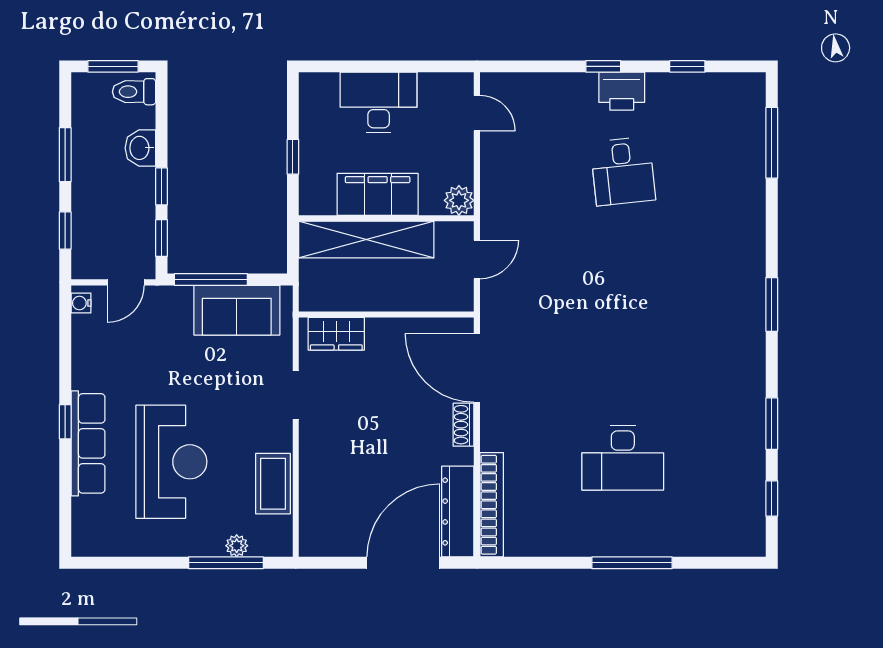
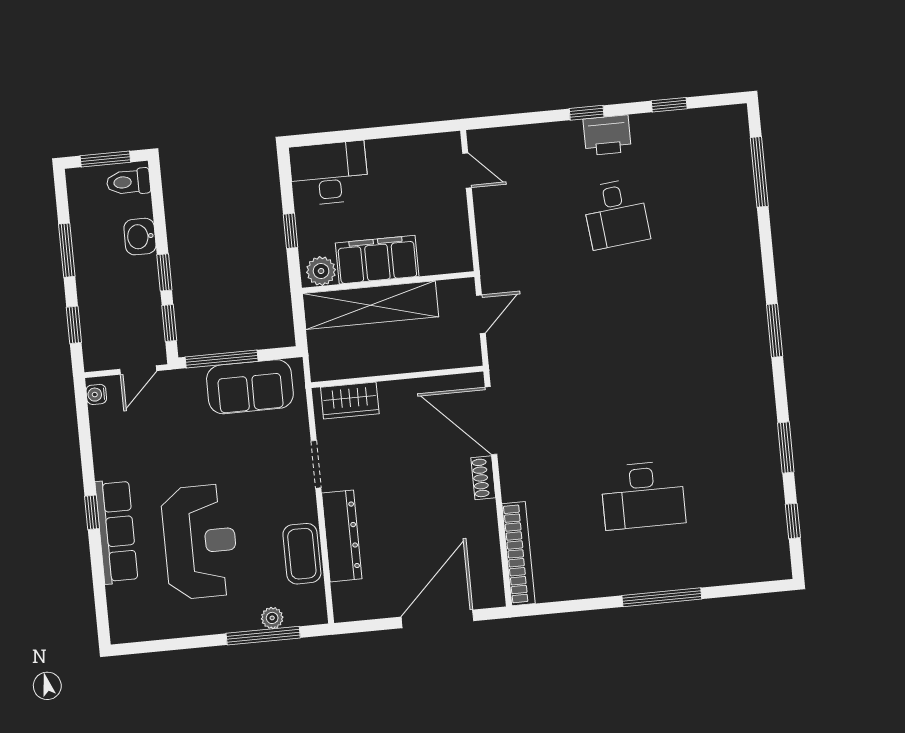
desk: (379, 102) -> (329, 173), moved
plant: (459, 200) -> (321, 271), moved
dresser: (458, 512) -> (342, 536), moved, turned 180

